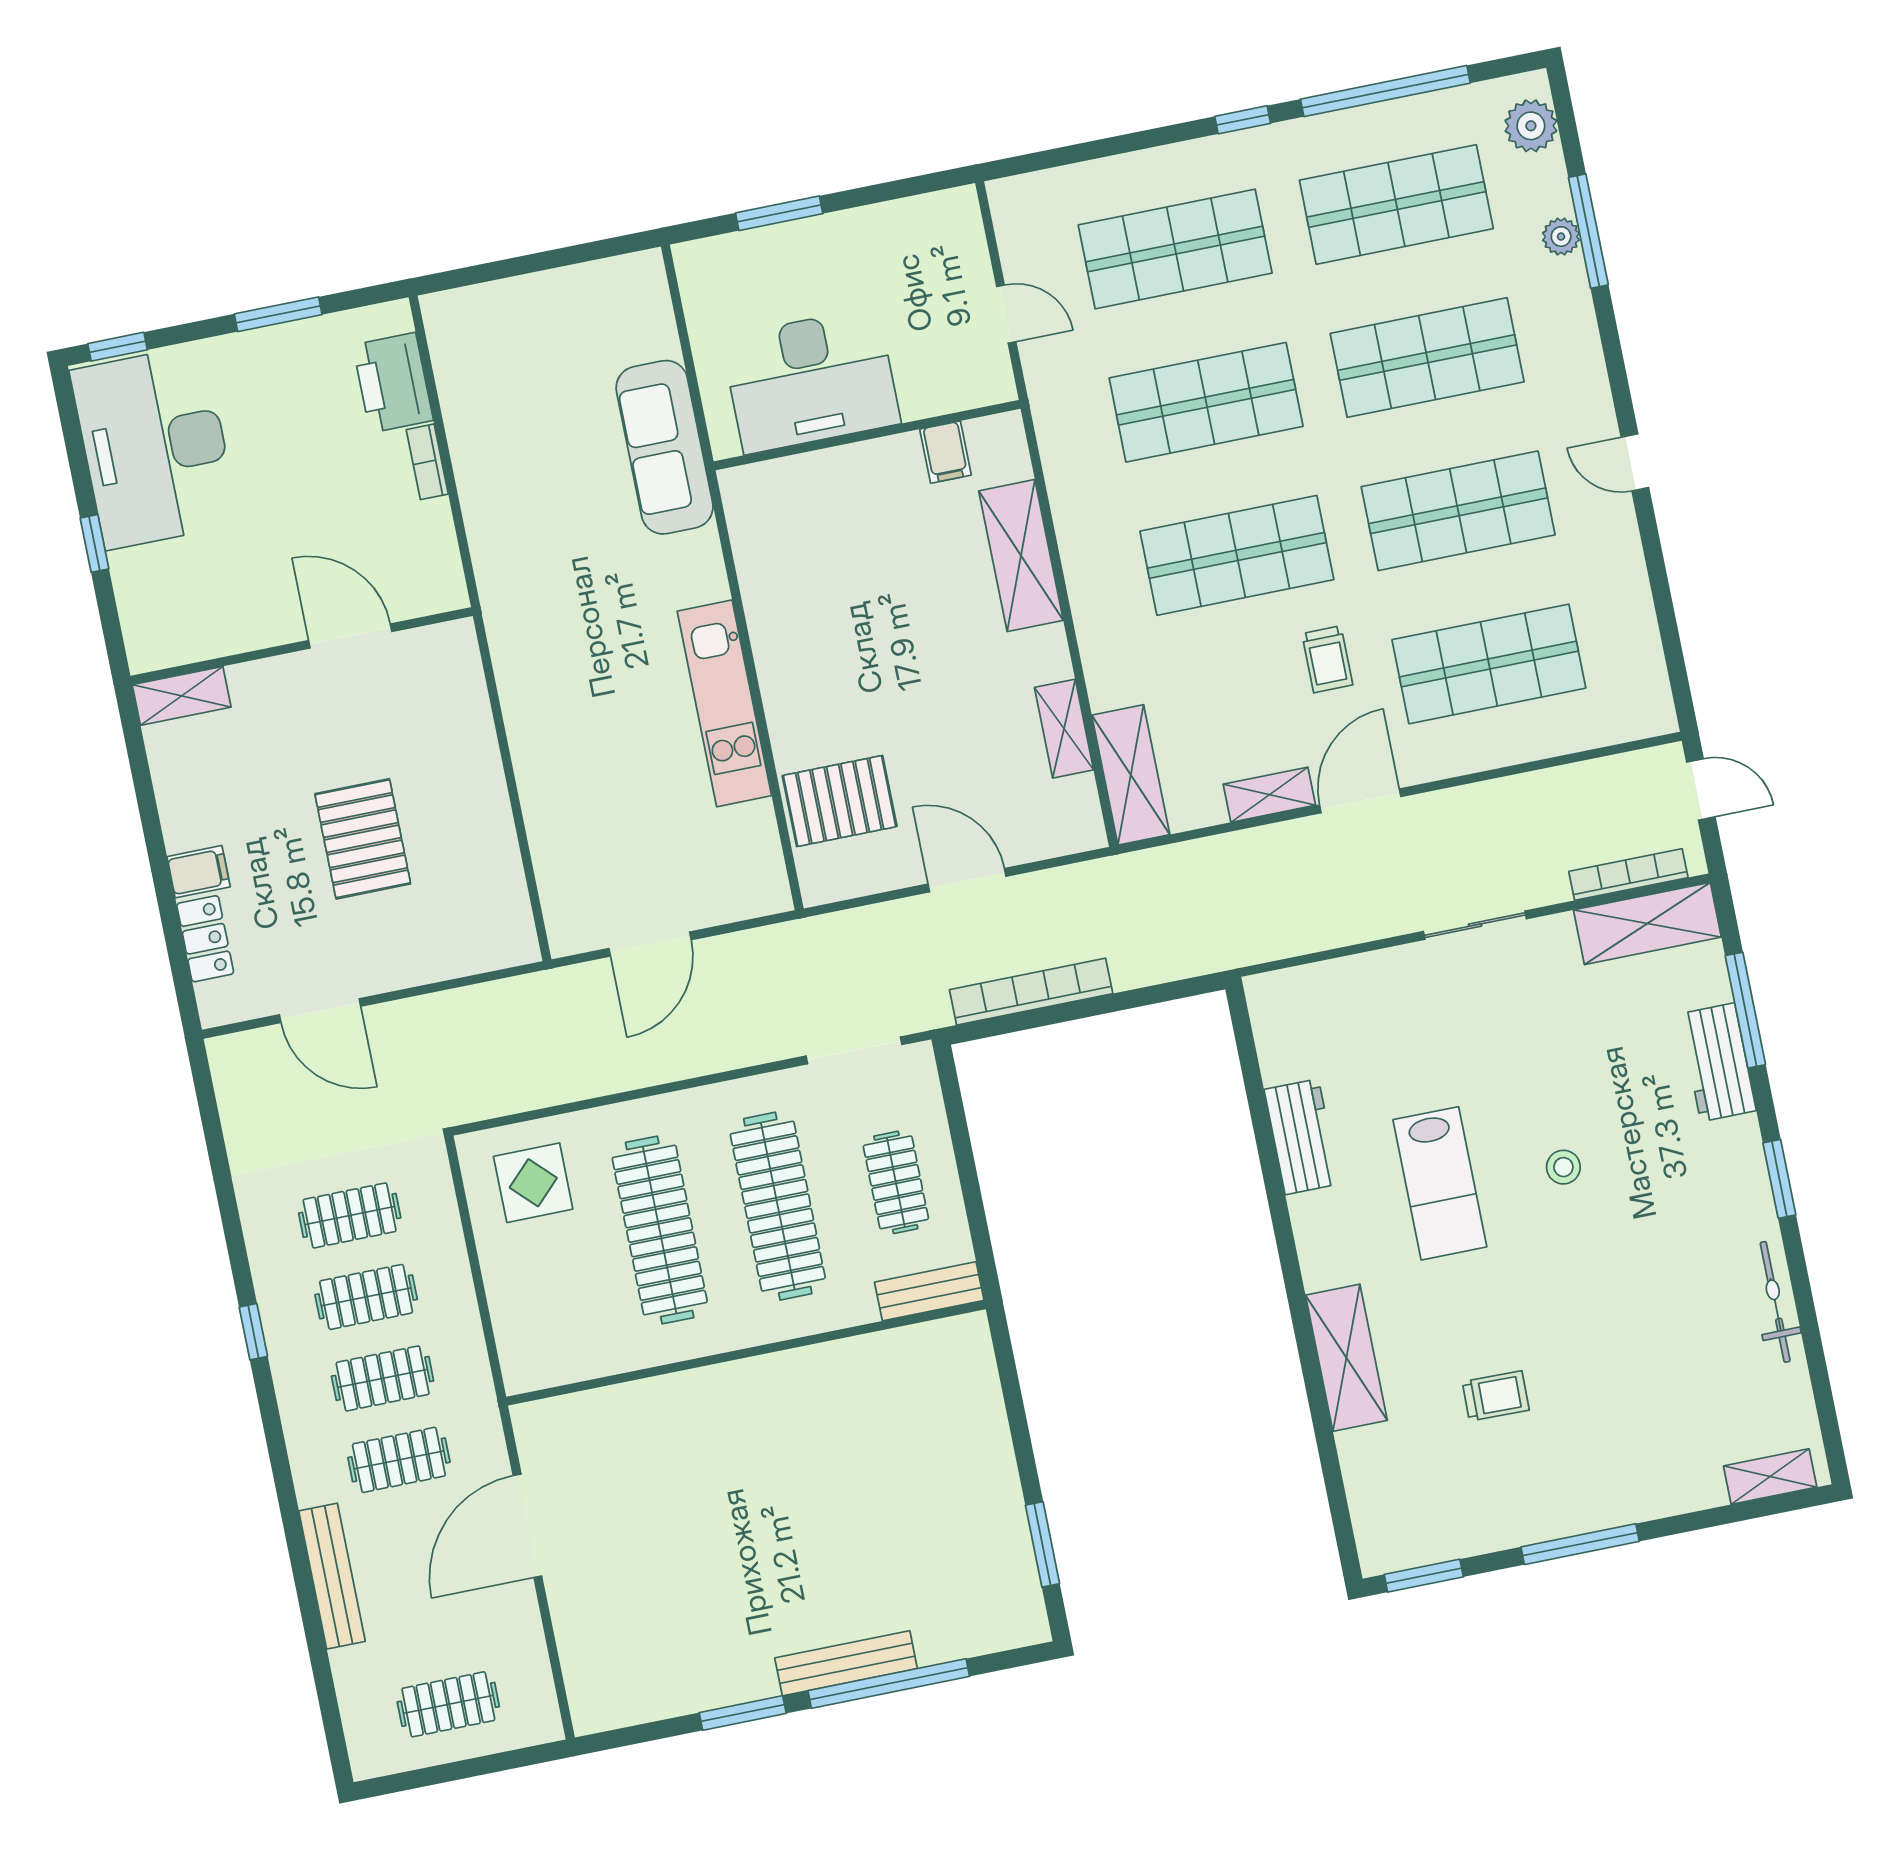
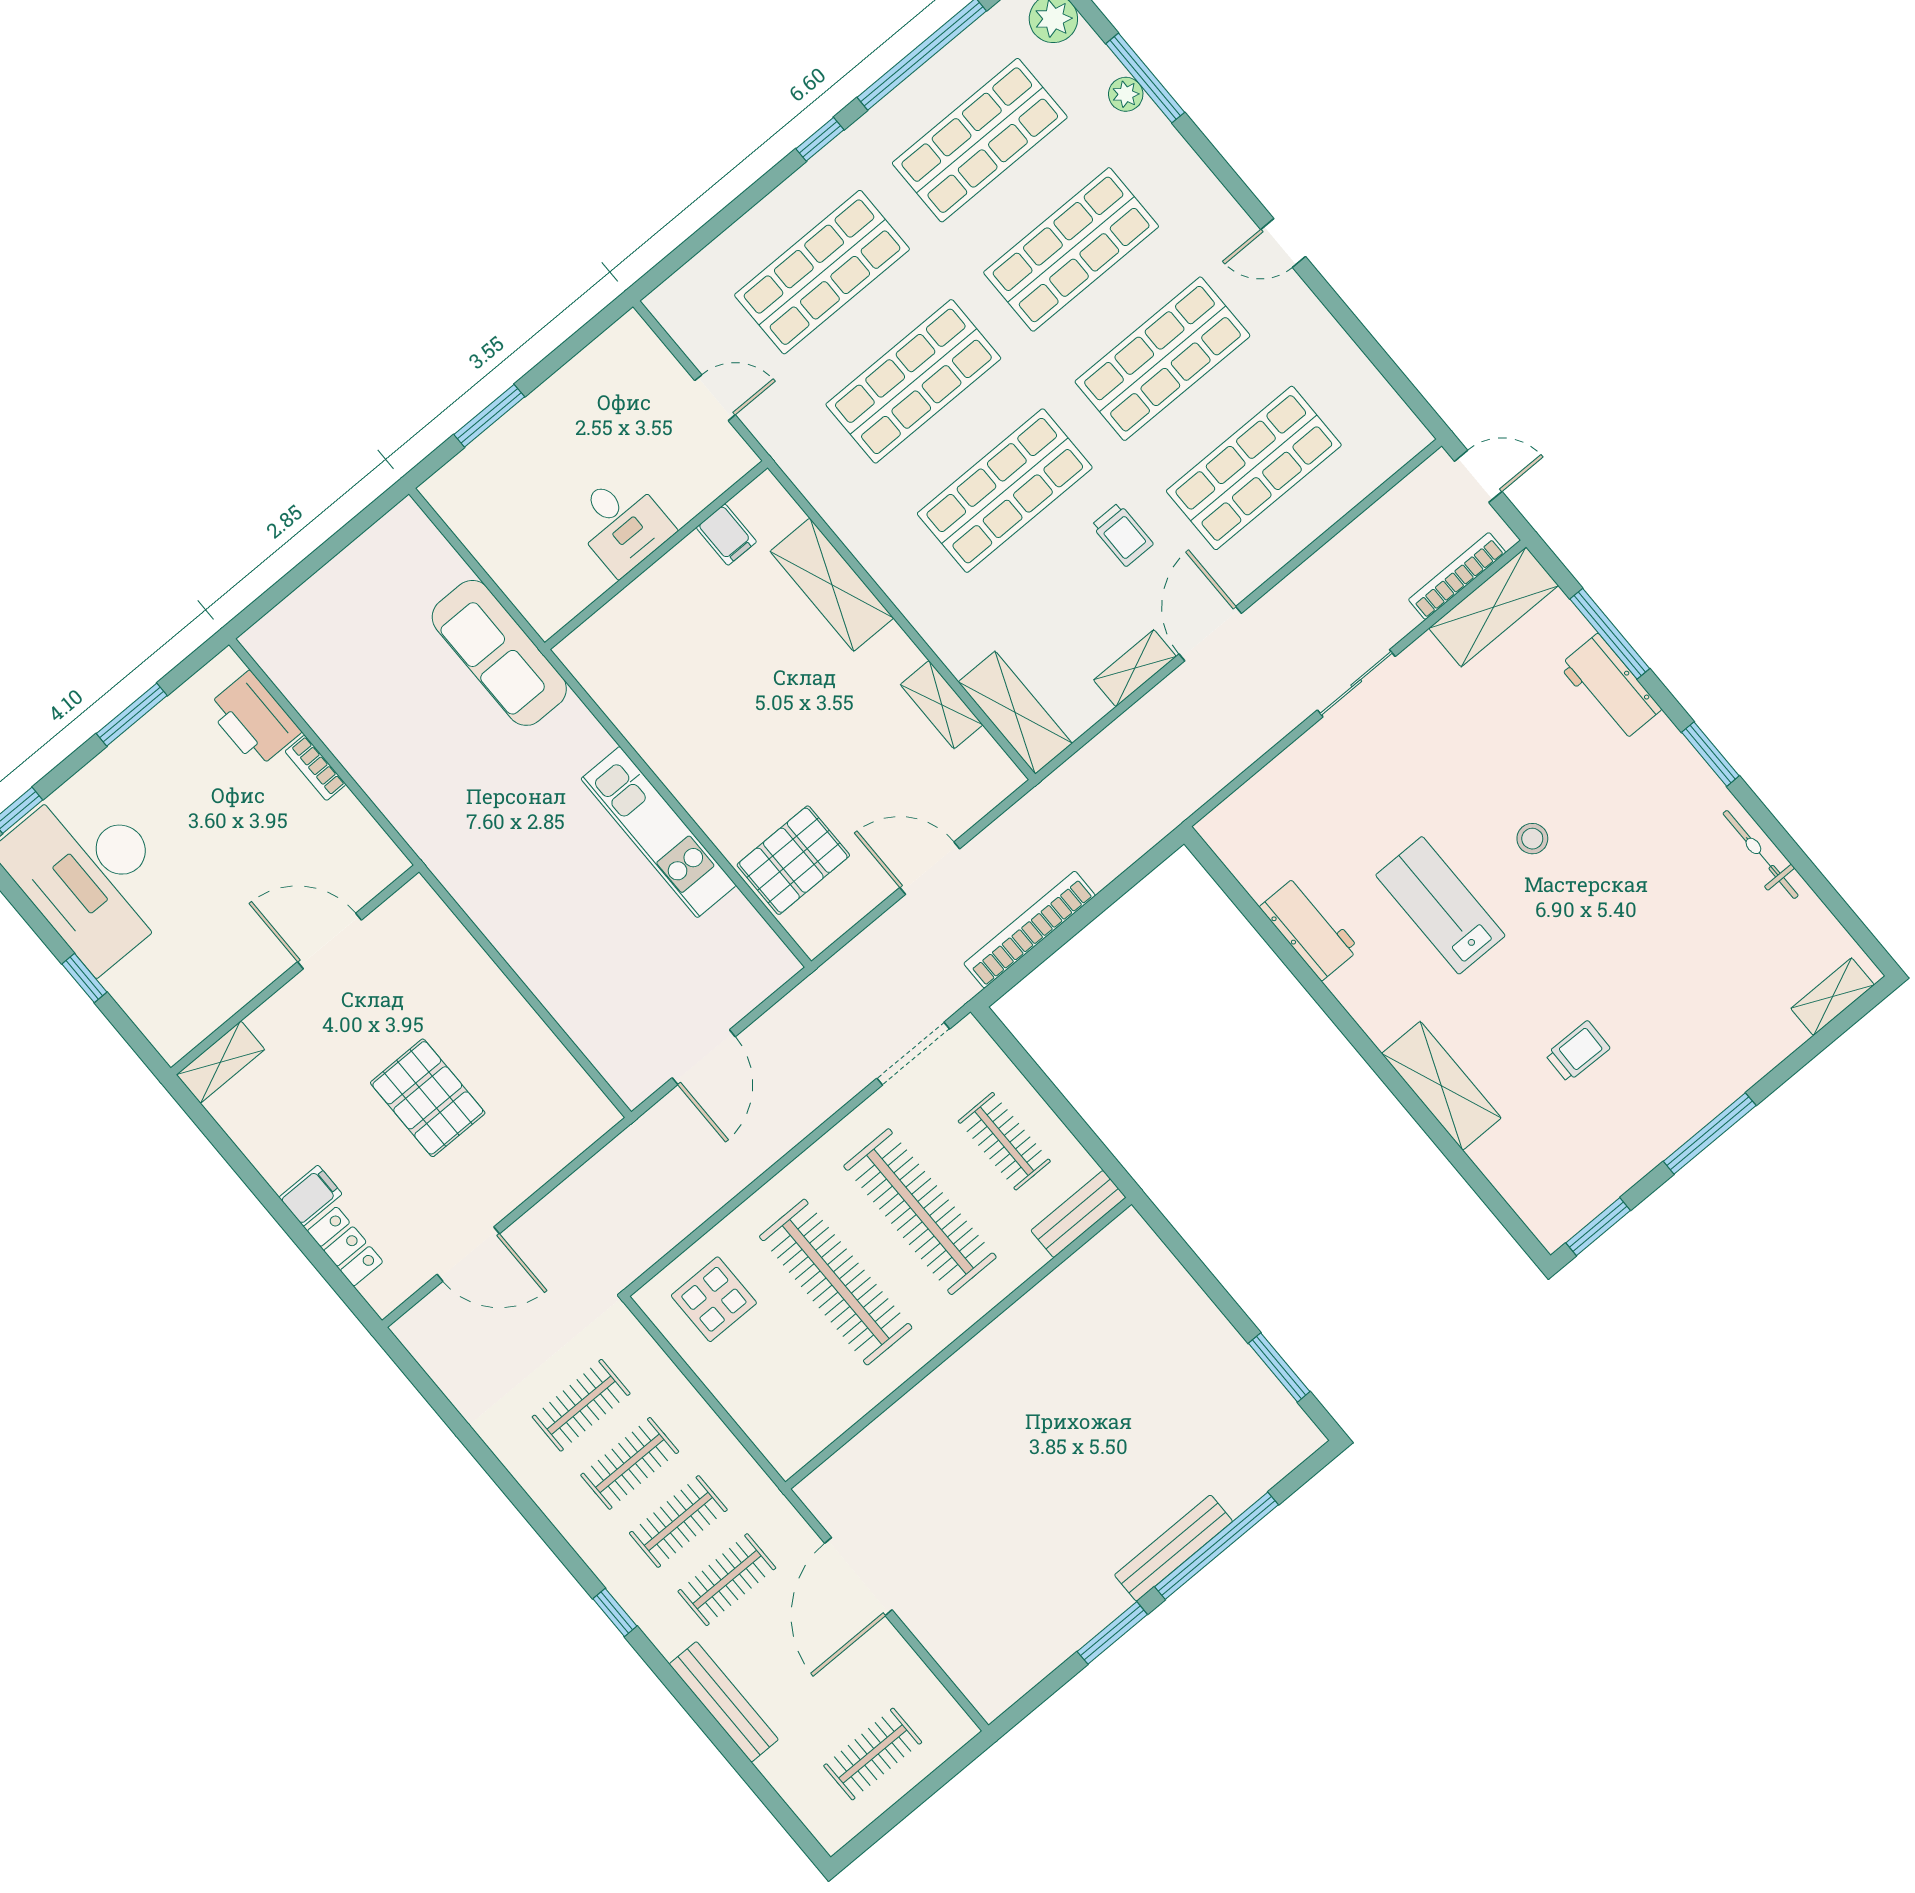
desk: (811, 380) -> (622, 524), width x0.53, depth x0.77
lab bench: (1440, 1183) -> (1440, 905), turned 180
window: (253, 1332) -> (615, 1612), moved

